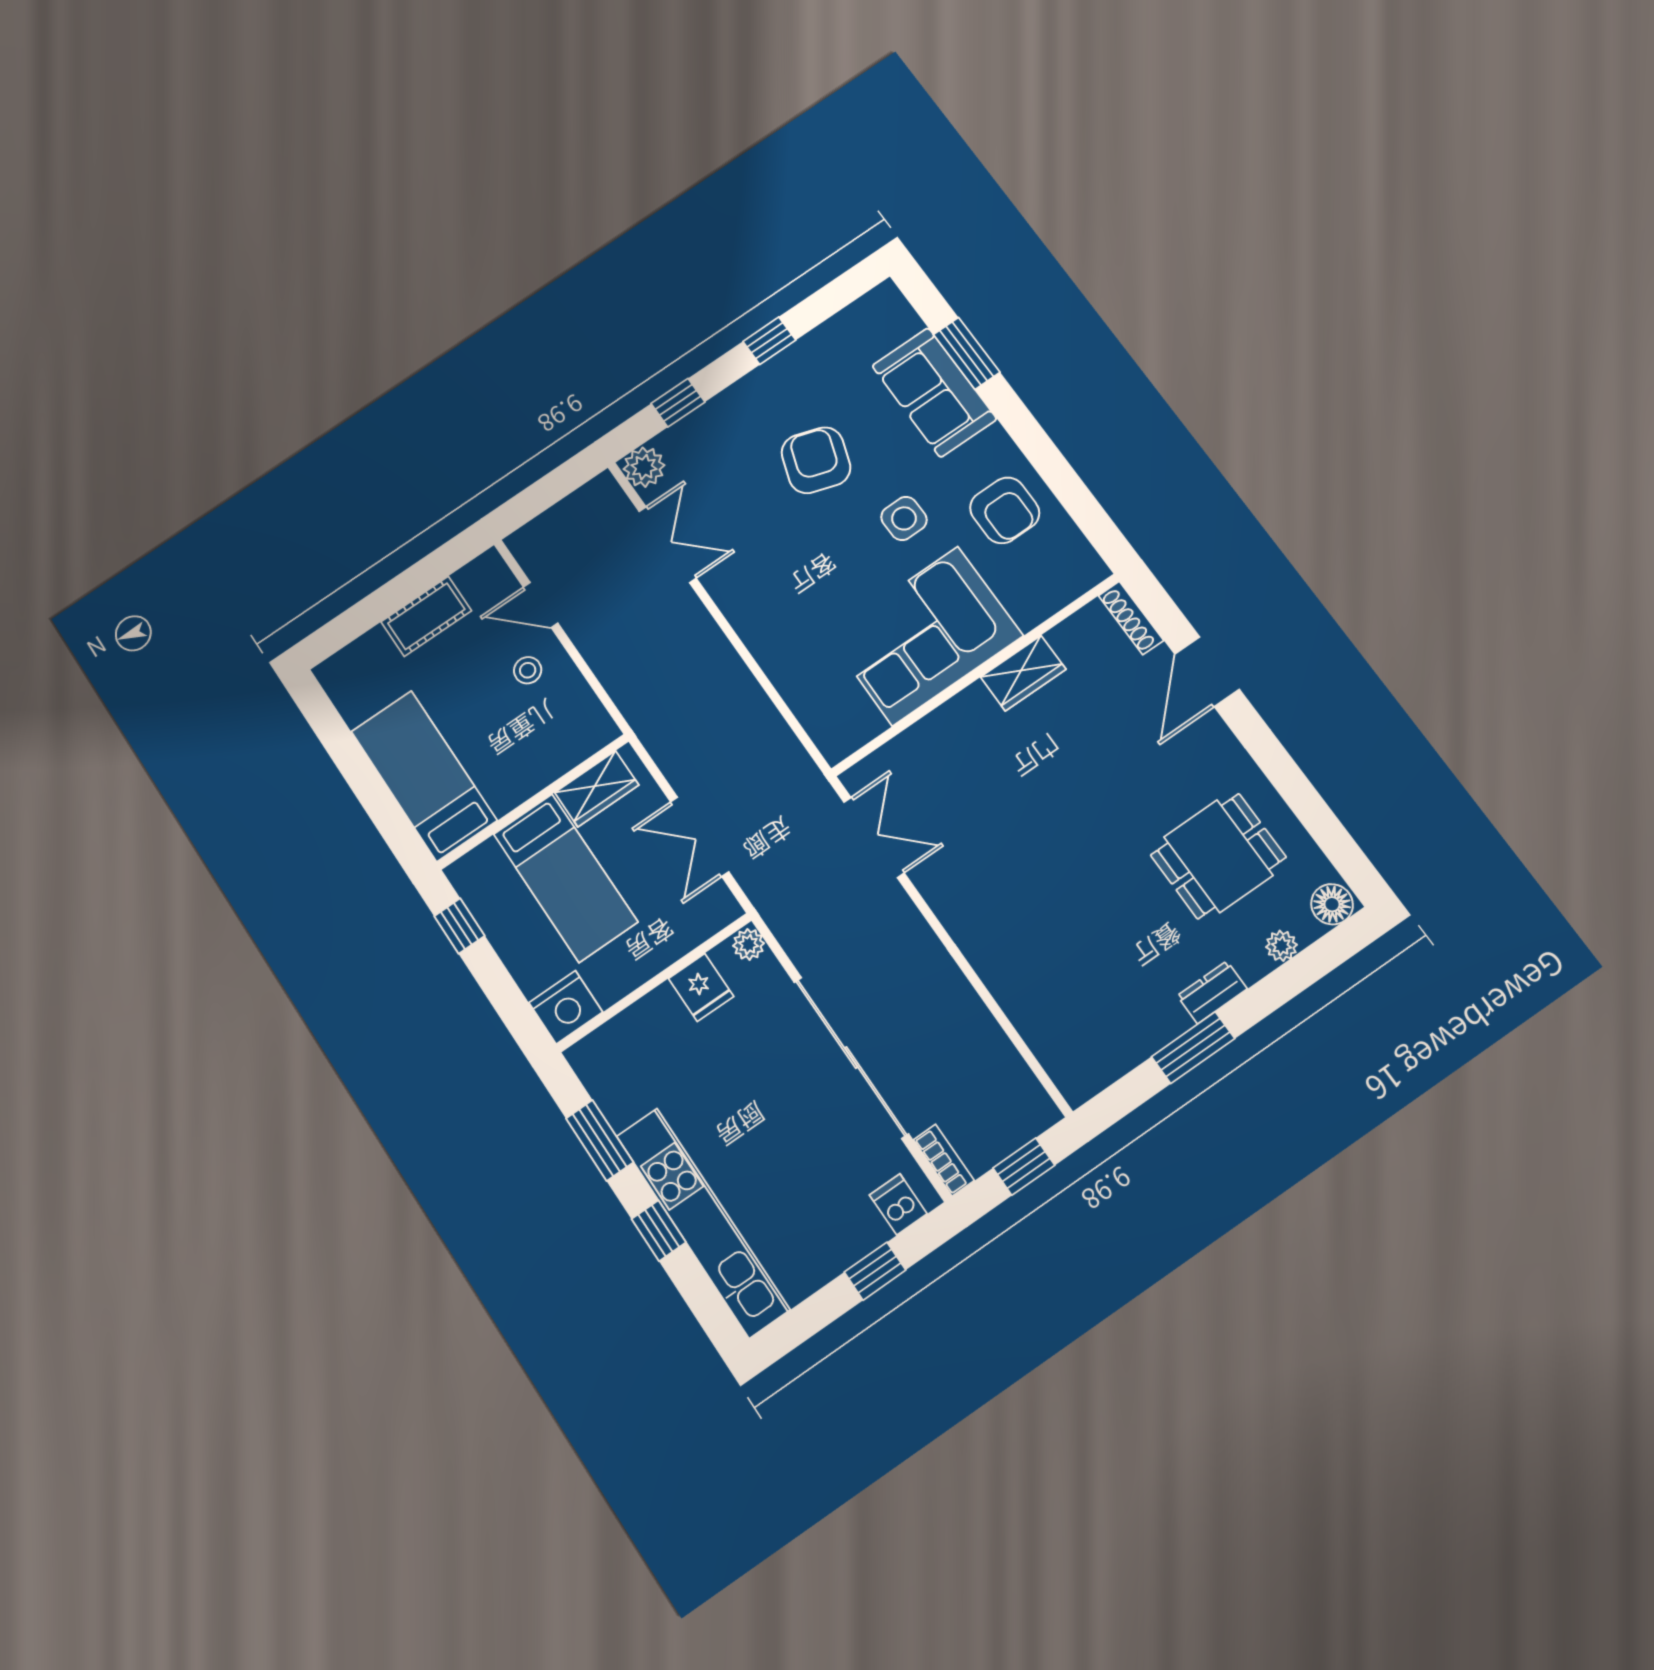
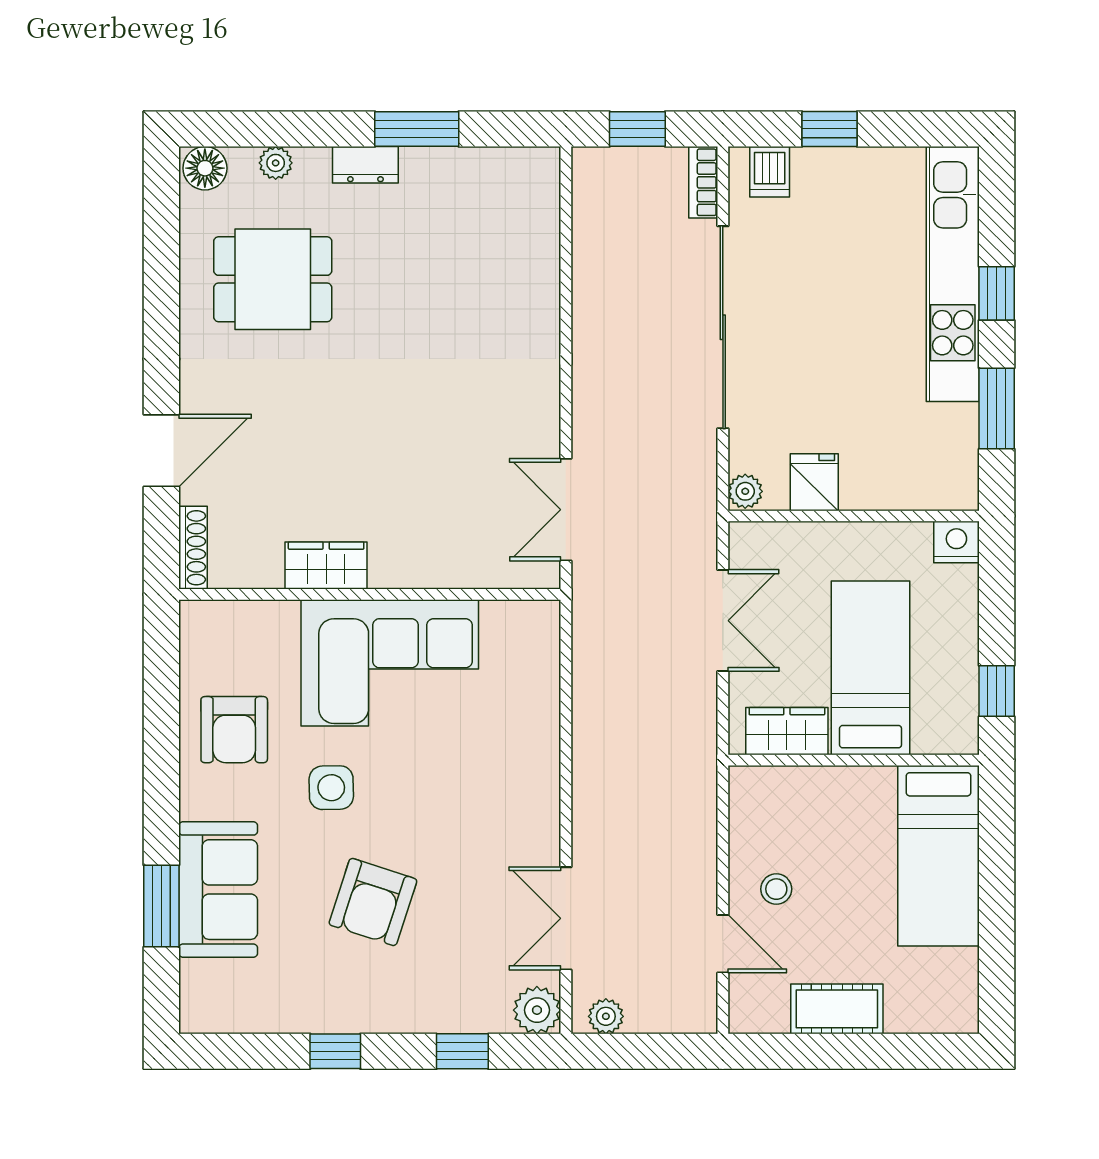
plant: (591, 497) -> (606, 1016), added
armchair: (1005, 510) -> (234, 730), turned 180
nightstand: (566, 1007) -> (956, 542), width x0.74, depth x0.75

